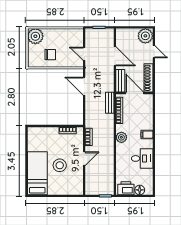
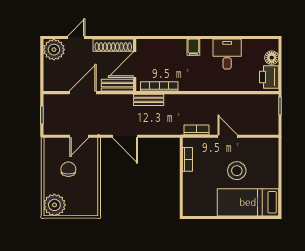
chair: (50, 55) -> (68, 169), moved
door: (84, 86) -> (125, 136), hinge flipped
plant: (121, 137) -> (197, 84), removed

